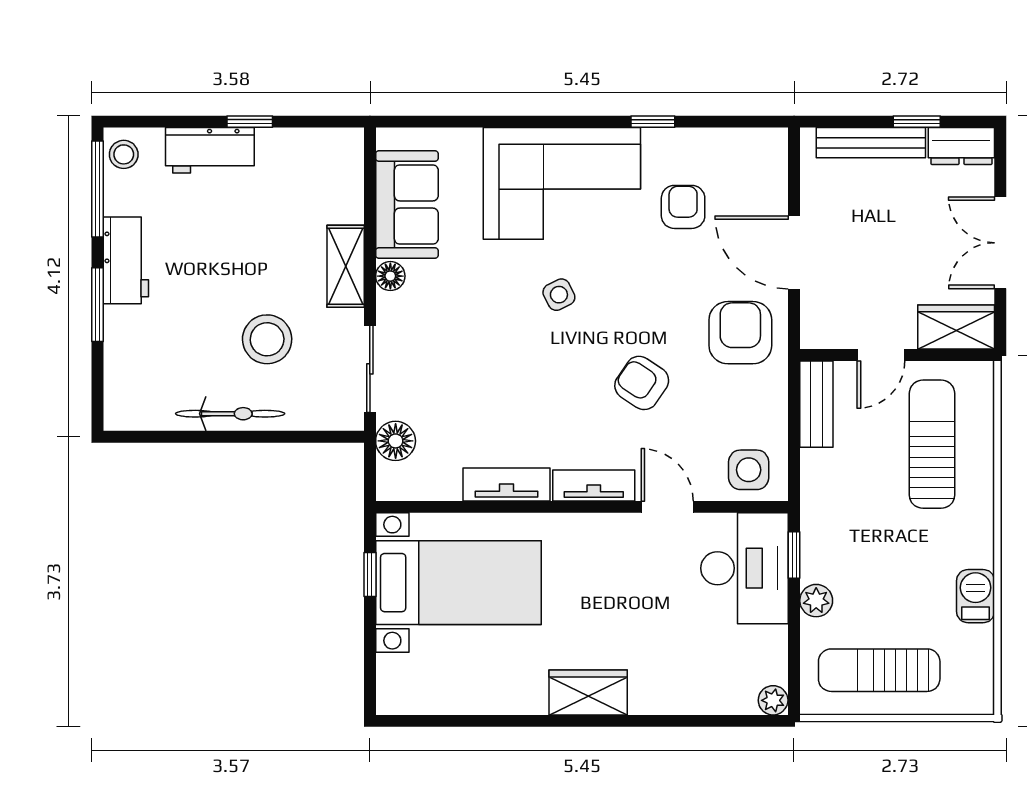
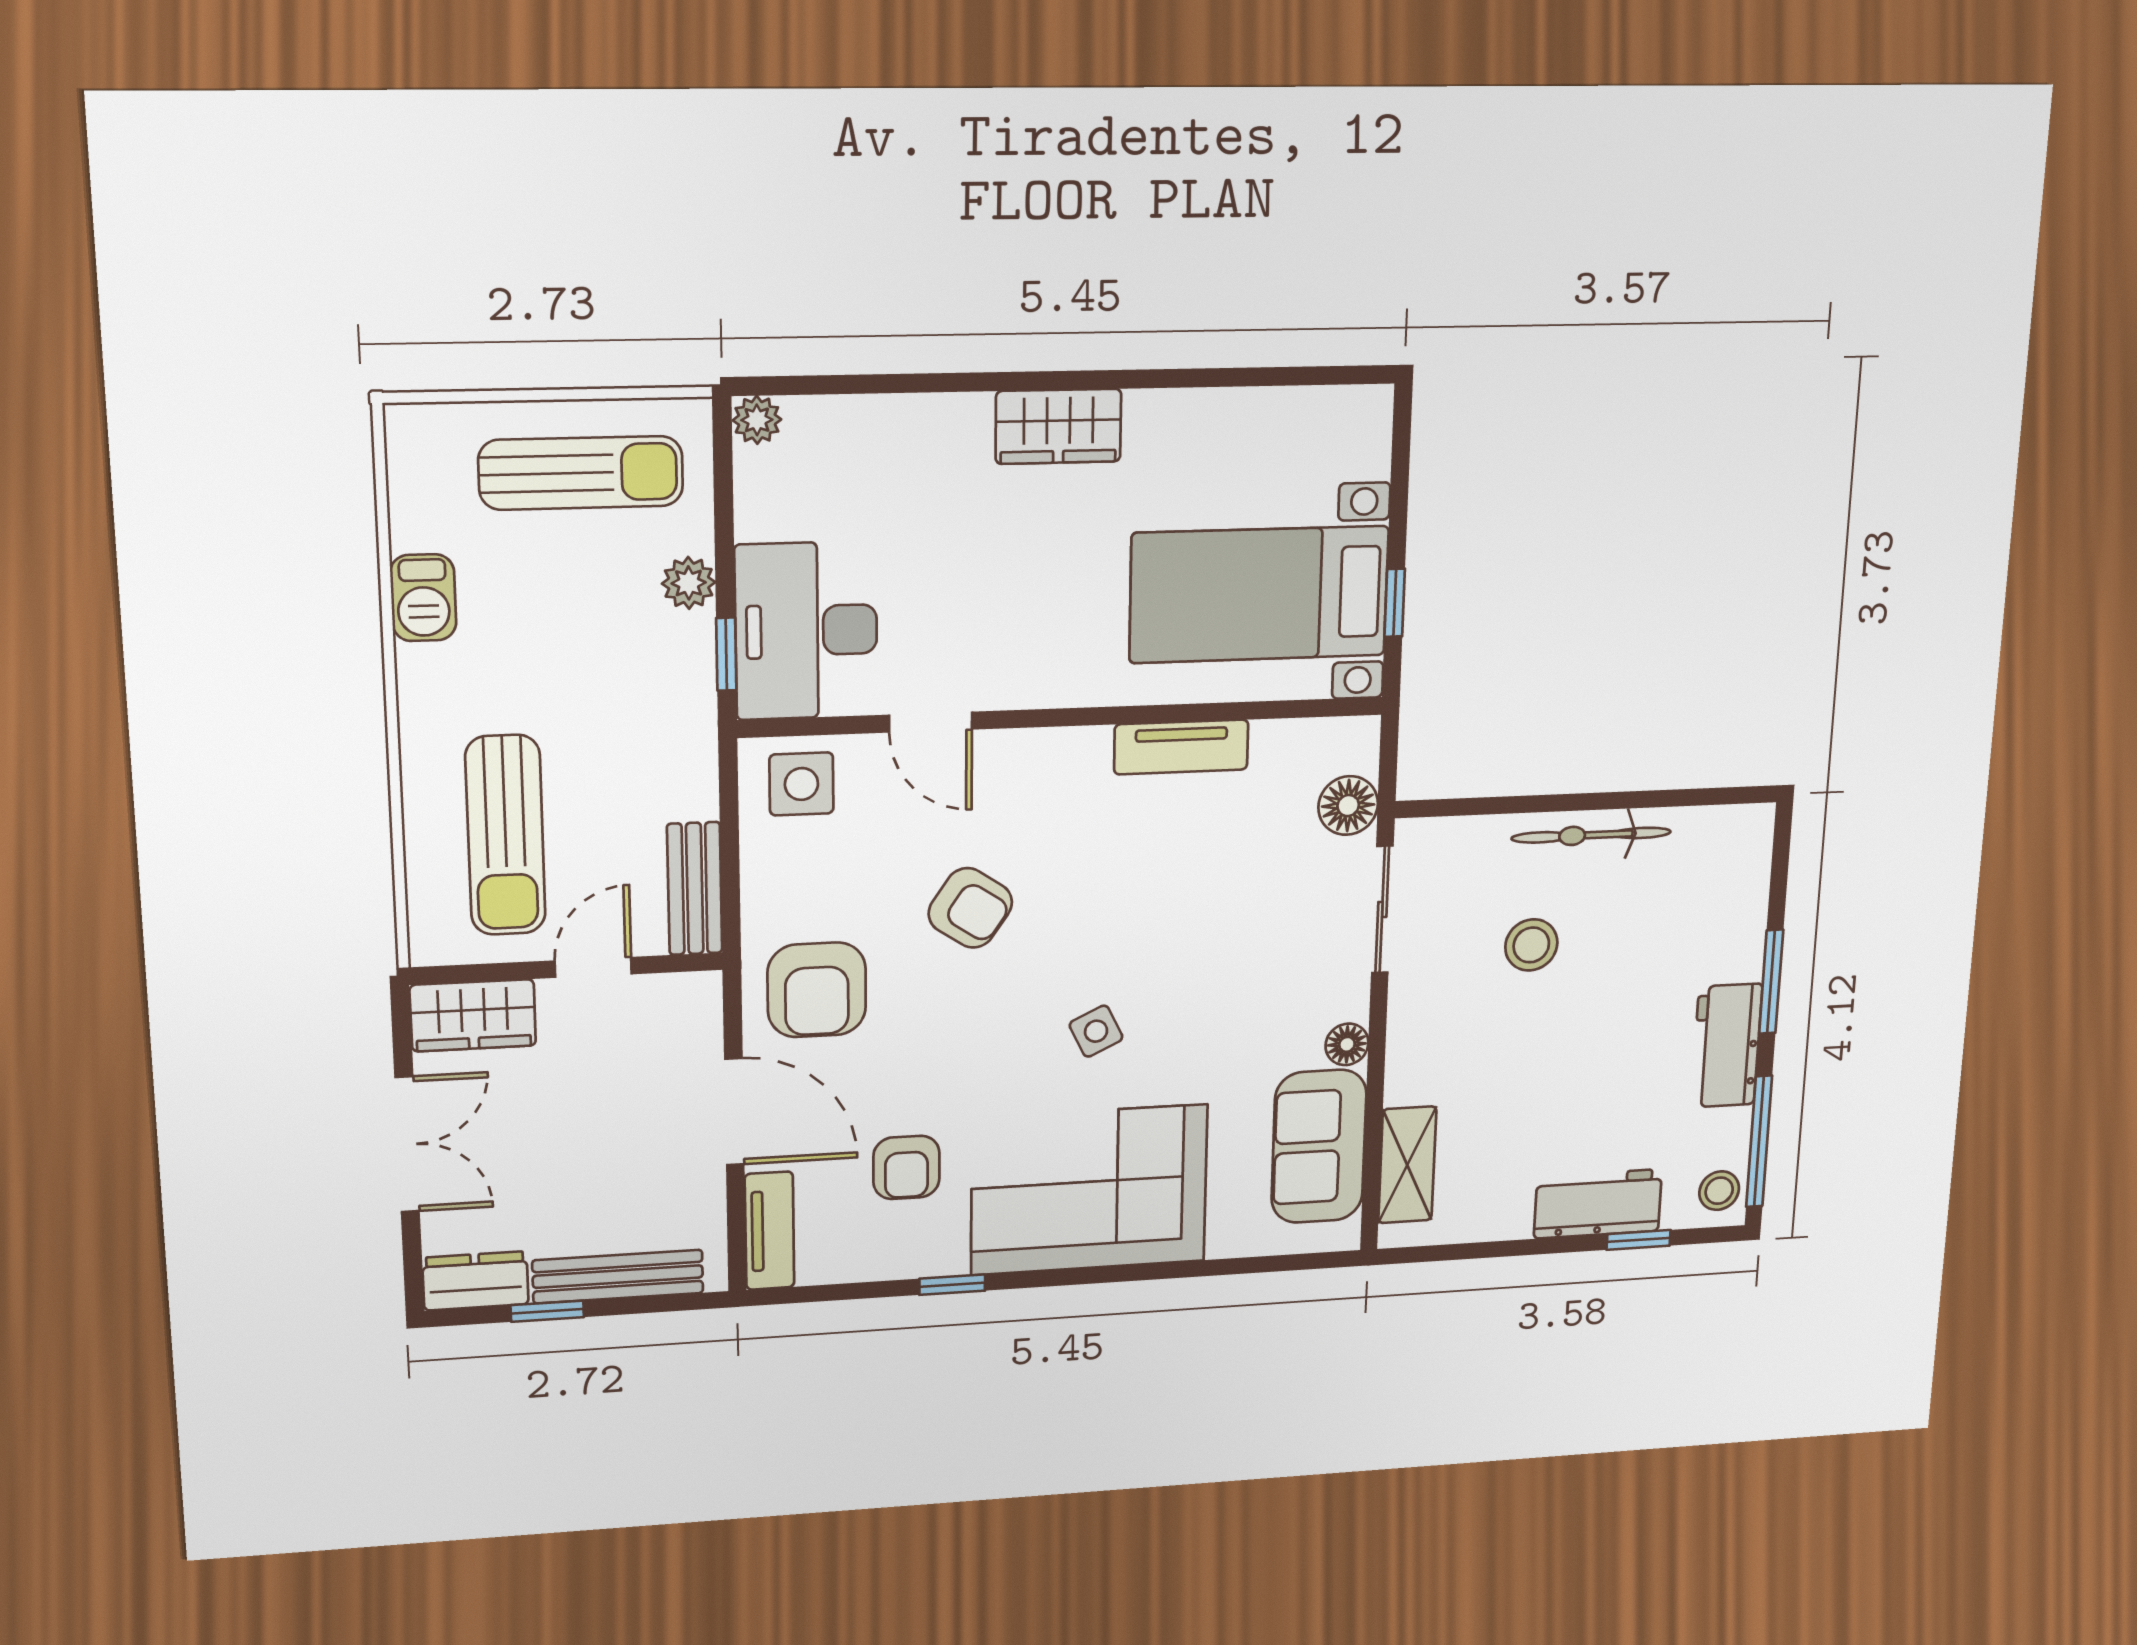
window: (250, 122) -> (1639, 1240), moved
shelving: (346, 266) -> (1407, 1165), moved
stool: (267, 339) -> (1531, 945), width x0.73, depth x0.73
tv unit: (594, 485) -> (770, 1231), moved, turned -90

